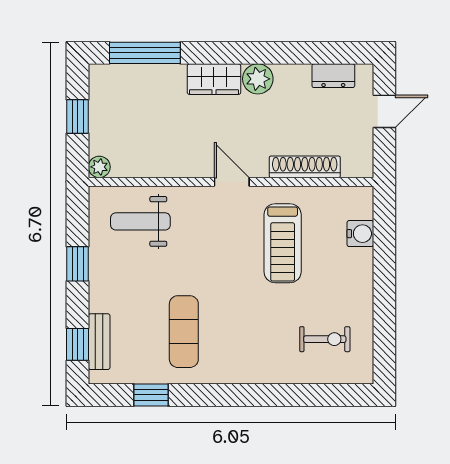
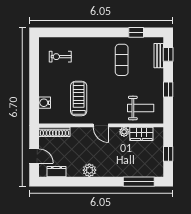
wardrobe: (214, 79) -> (141, 134), moved, turned 180
door: (384, 111) -> (34, 156), swing flipped
plant: (99, 167) -> (124, 132), moved
shoe rack: (305, 167) -> (54, 132), moved

